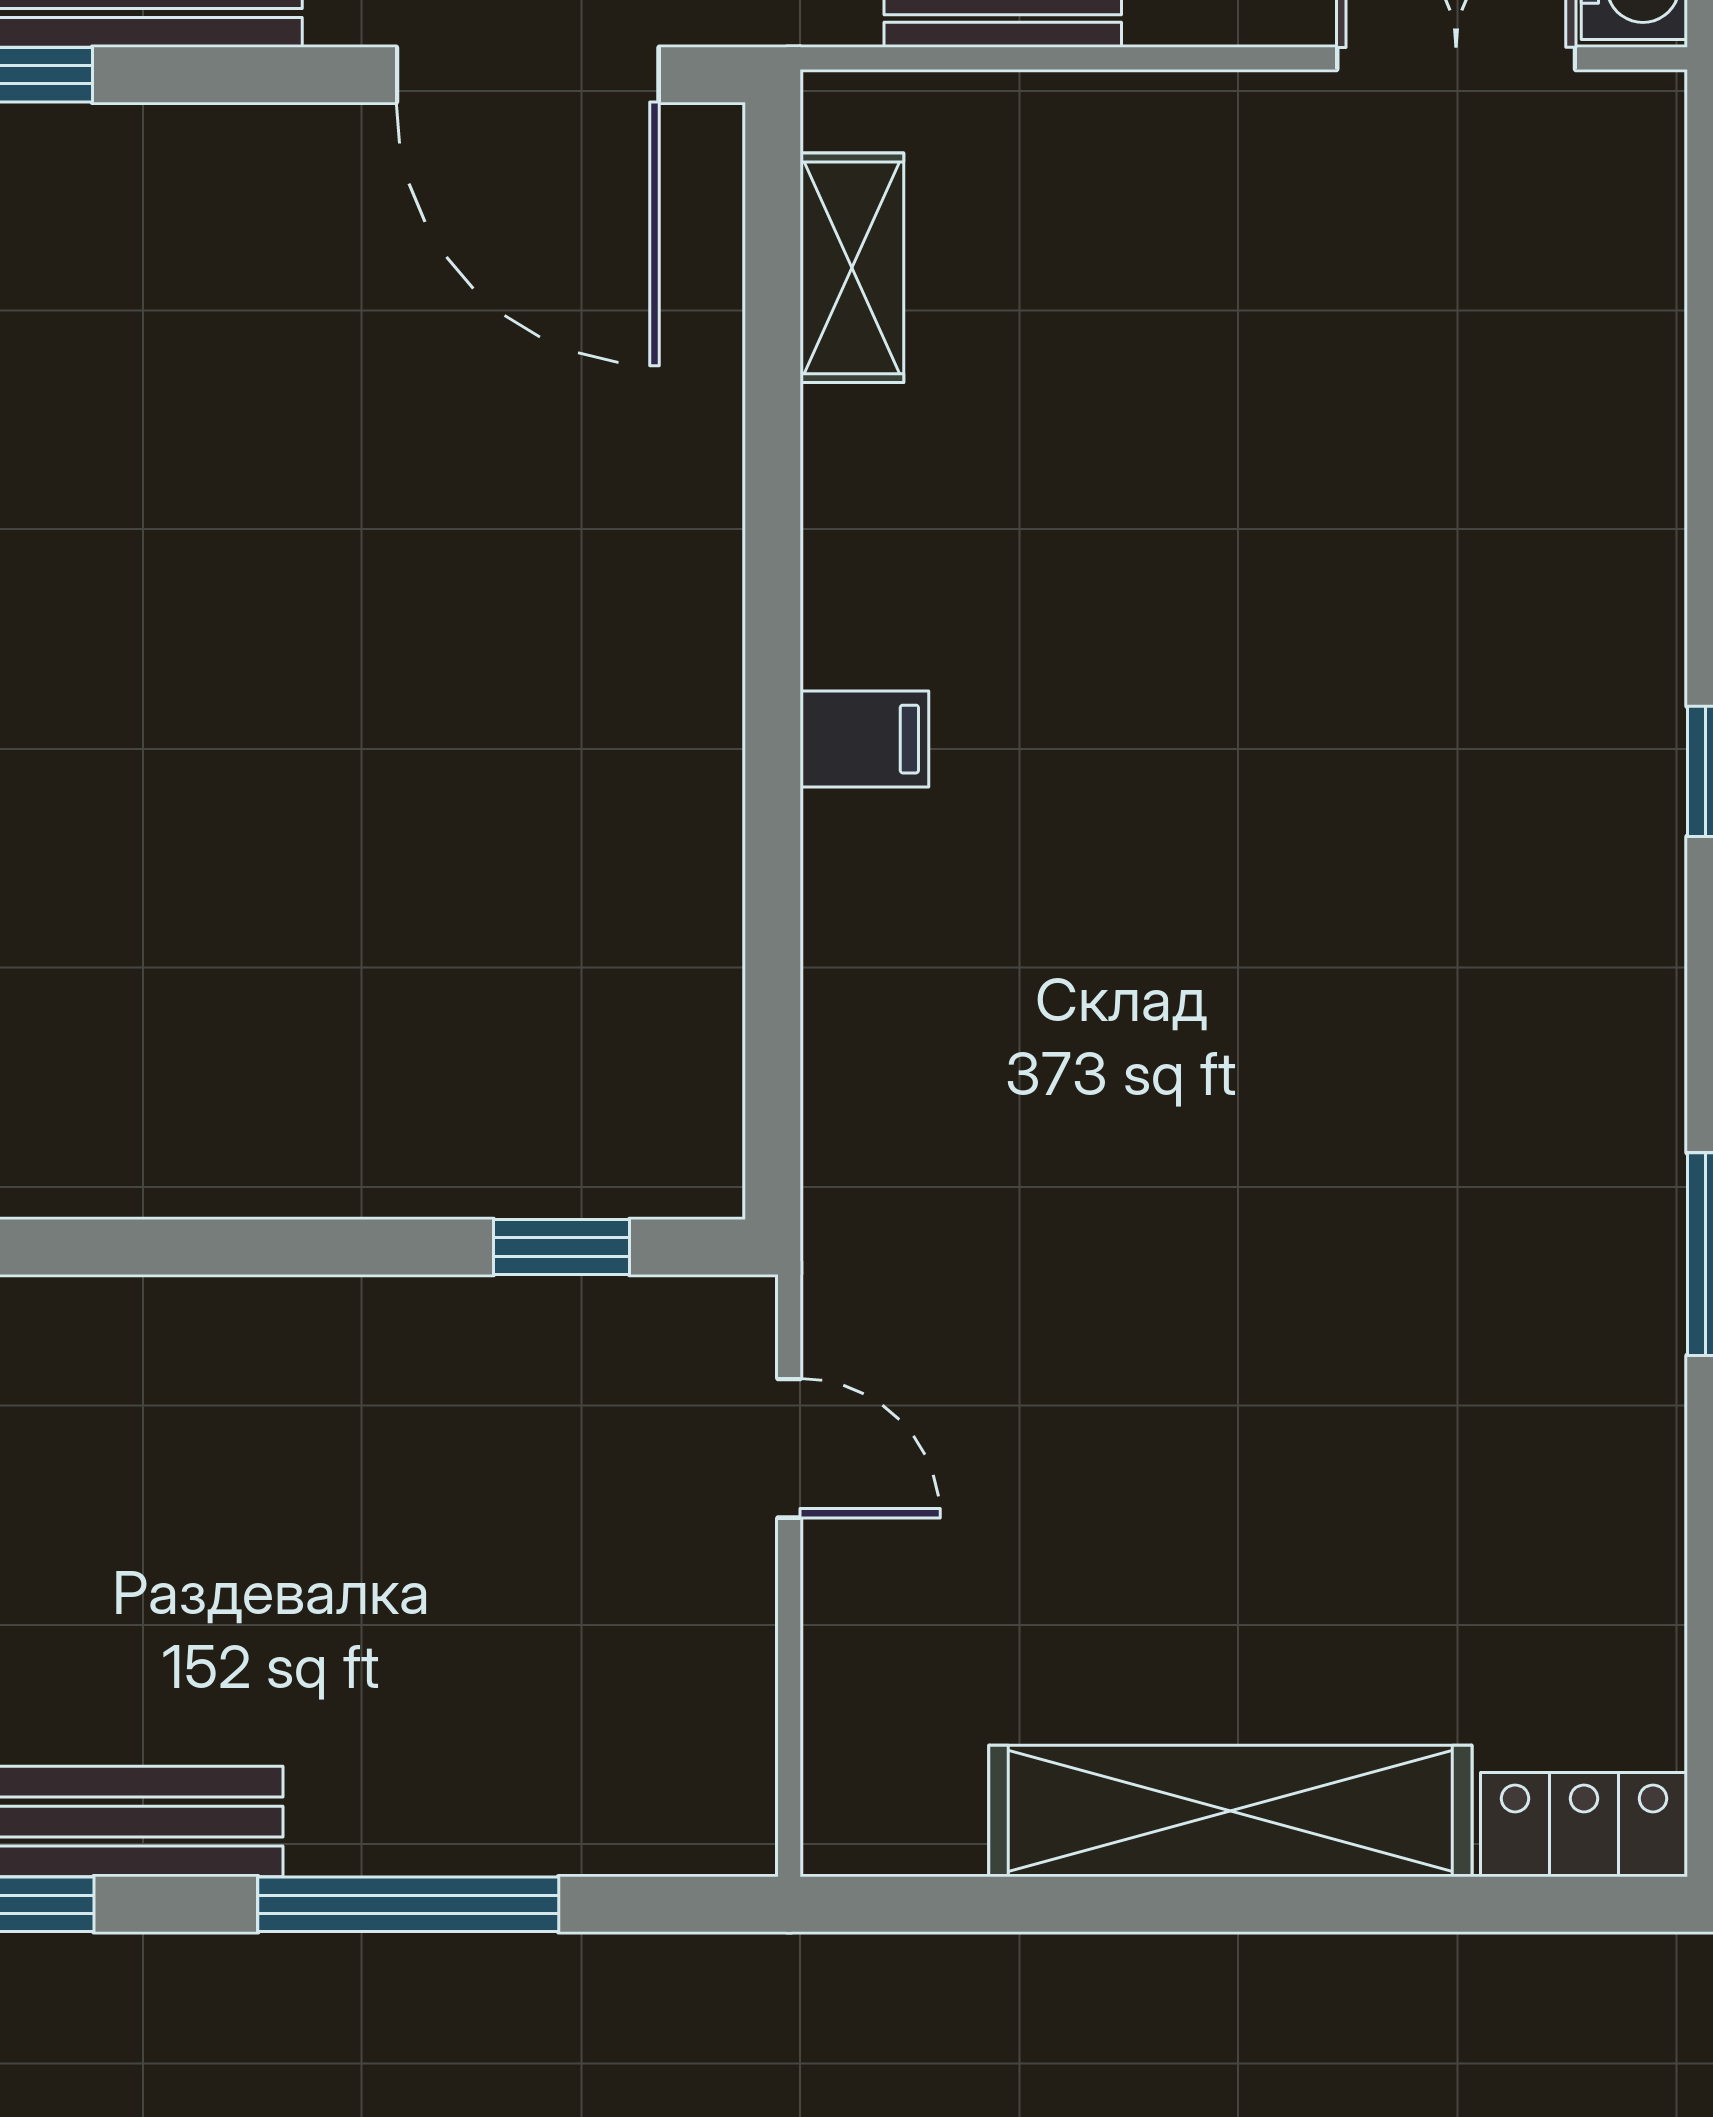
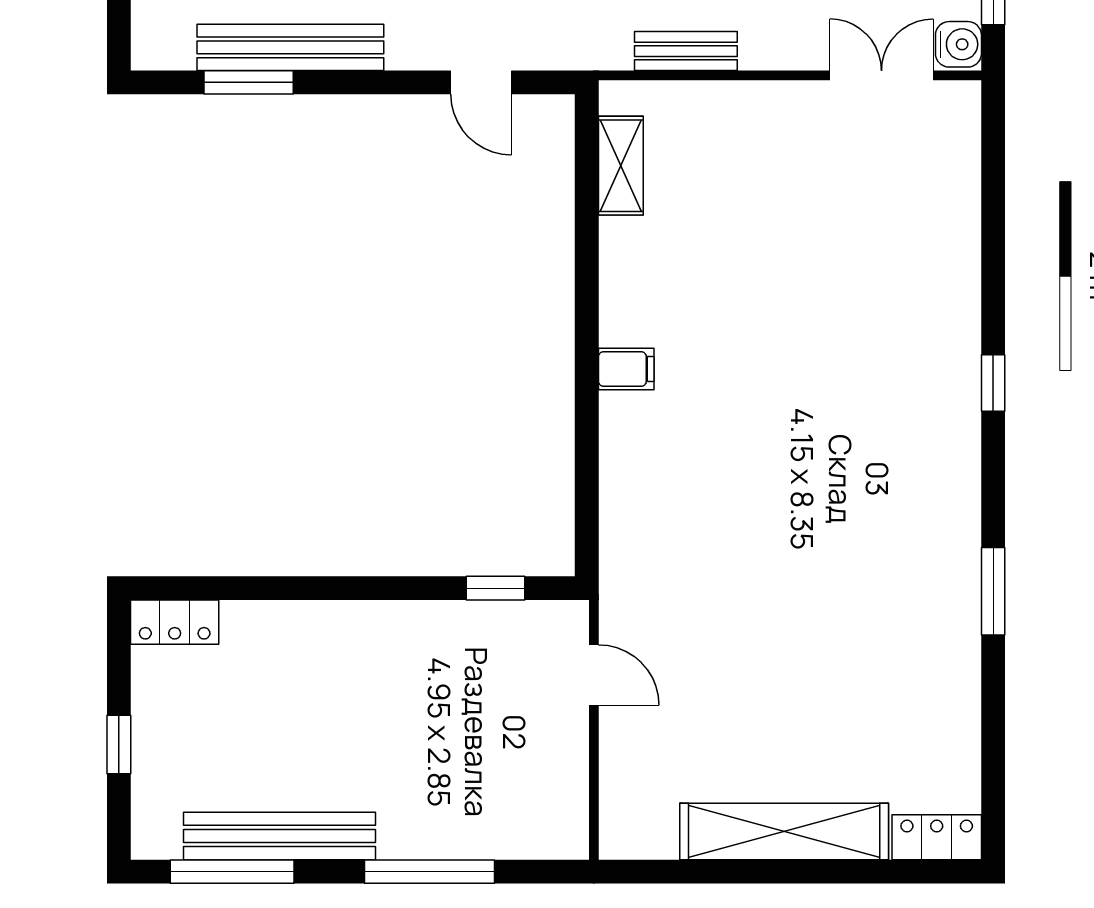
door: (528, 75) -> (481, 82), width x0.53

